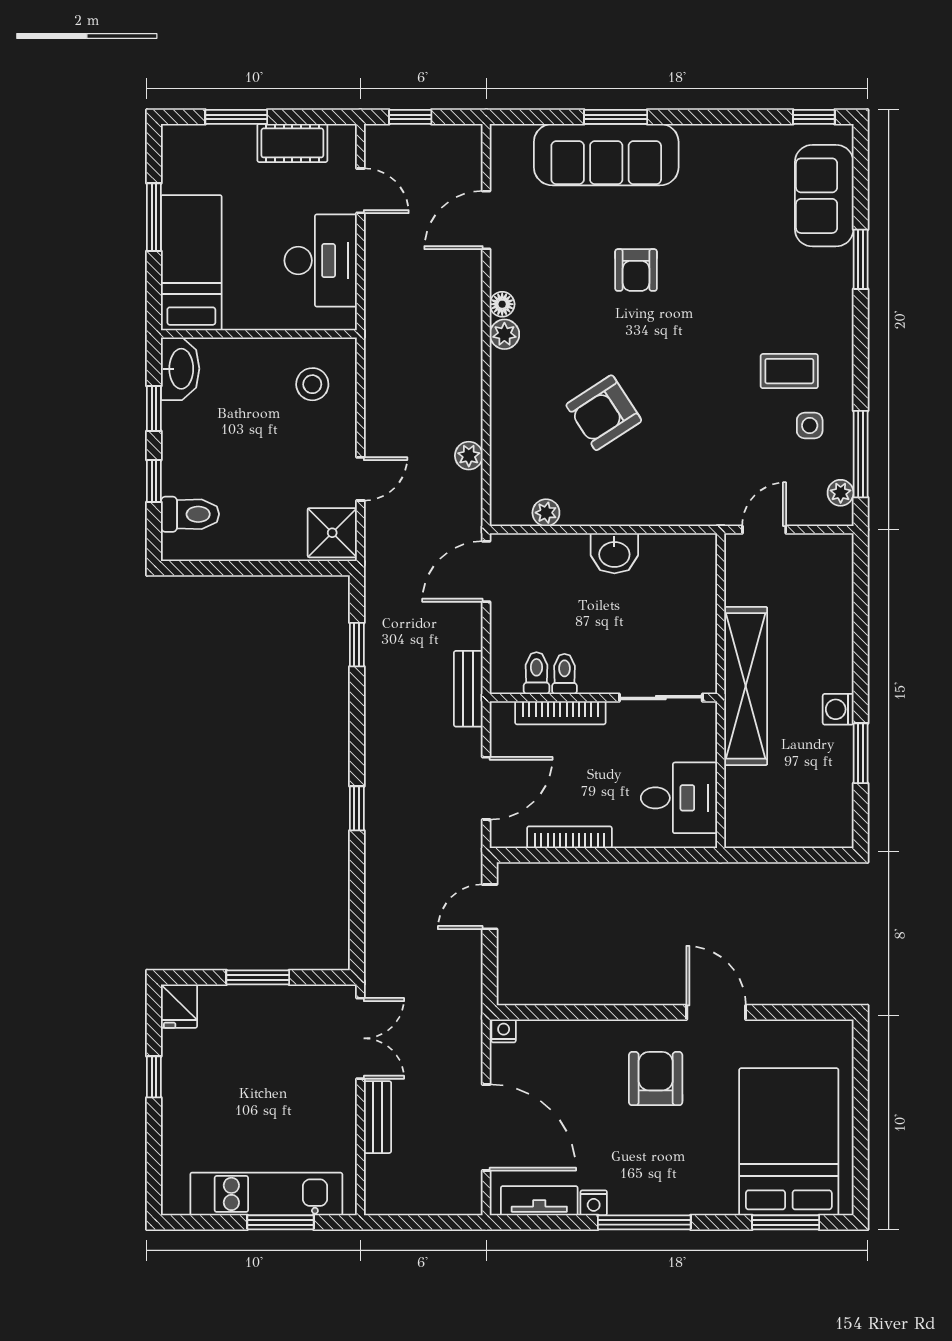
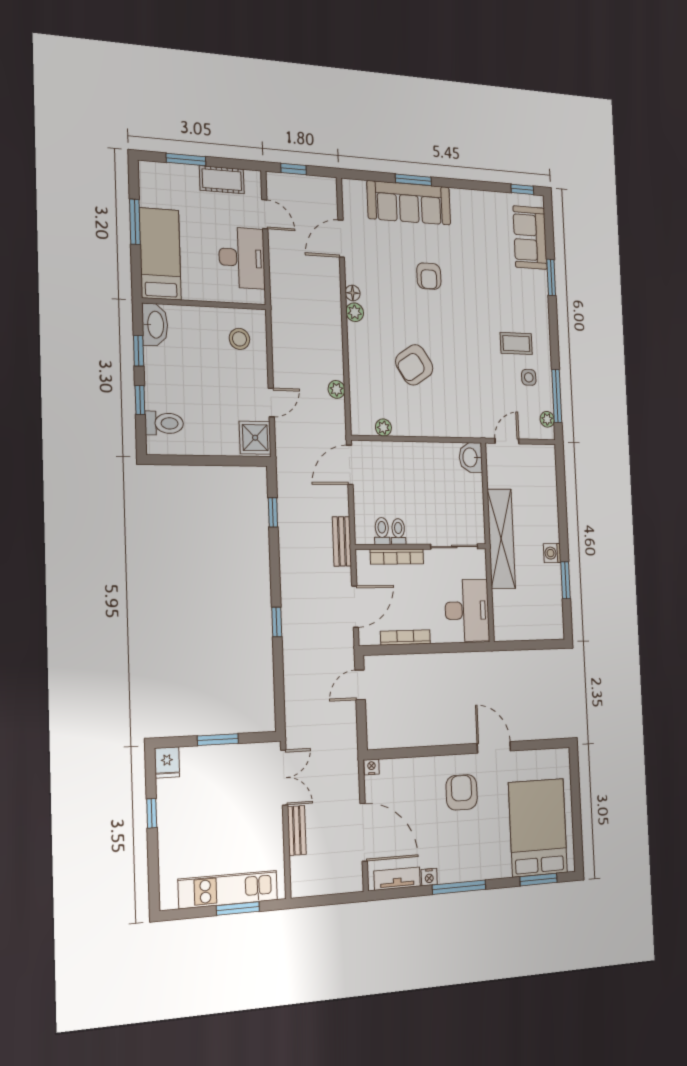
washbasin: (614, 553) -> (471, 457), moved, turned 90
desk: (679, 798) -> (467, 610), width x1.37

